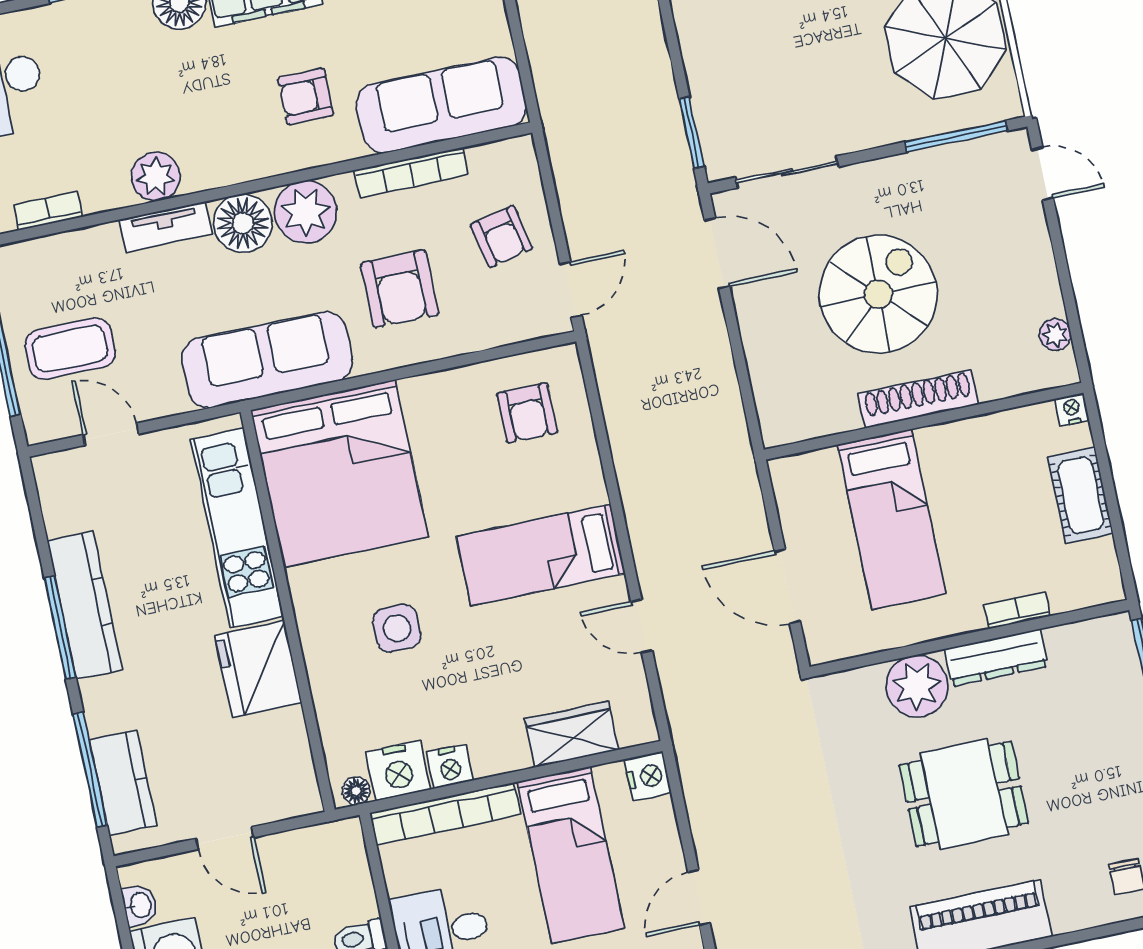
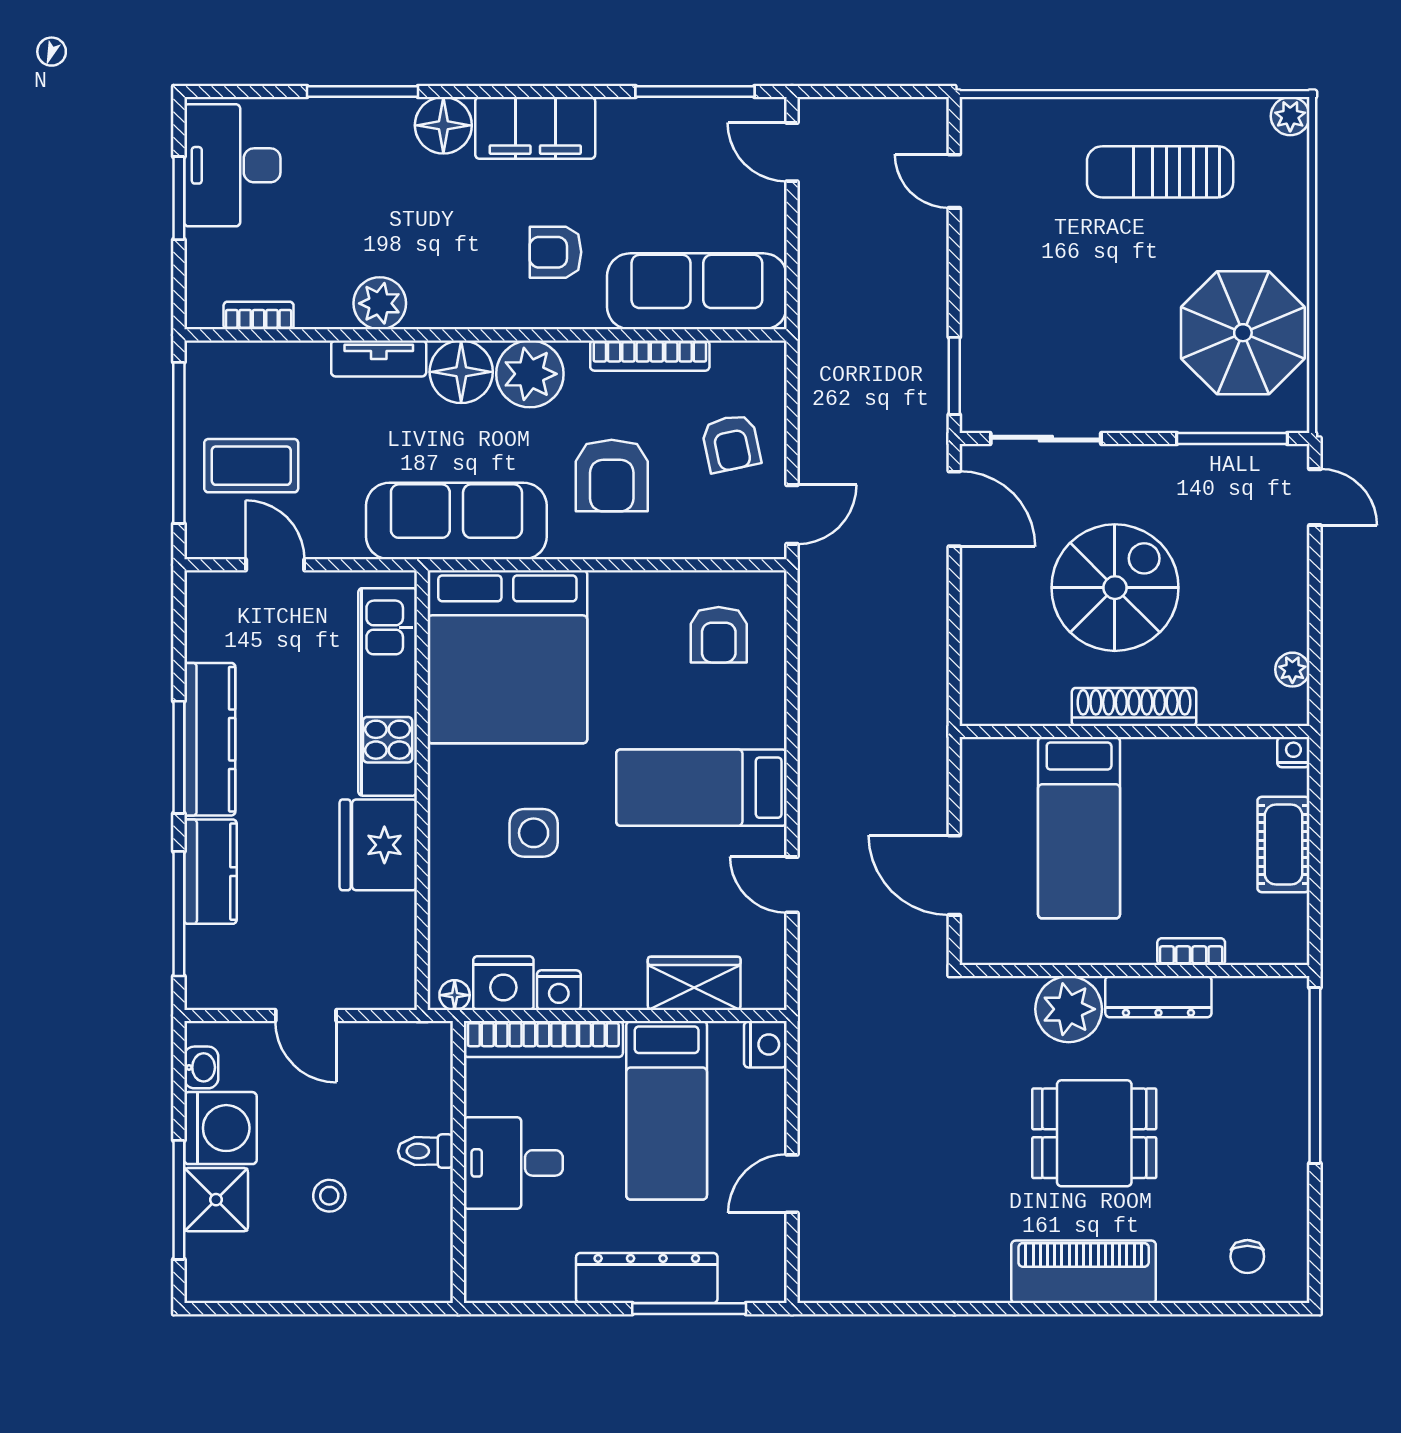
kitchen counter: (123, 782) -> (210, 872), moved

